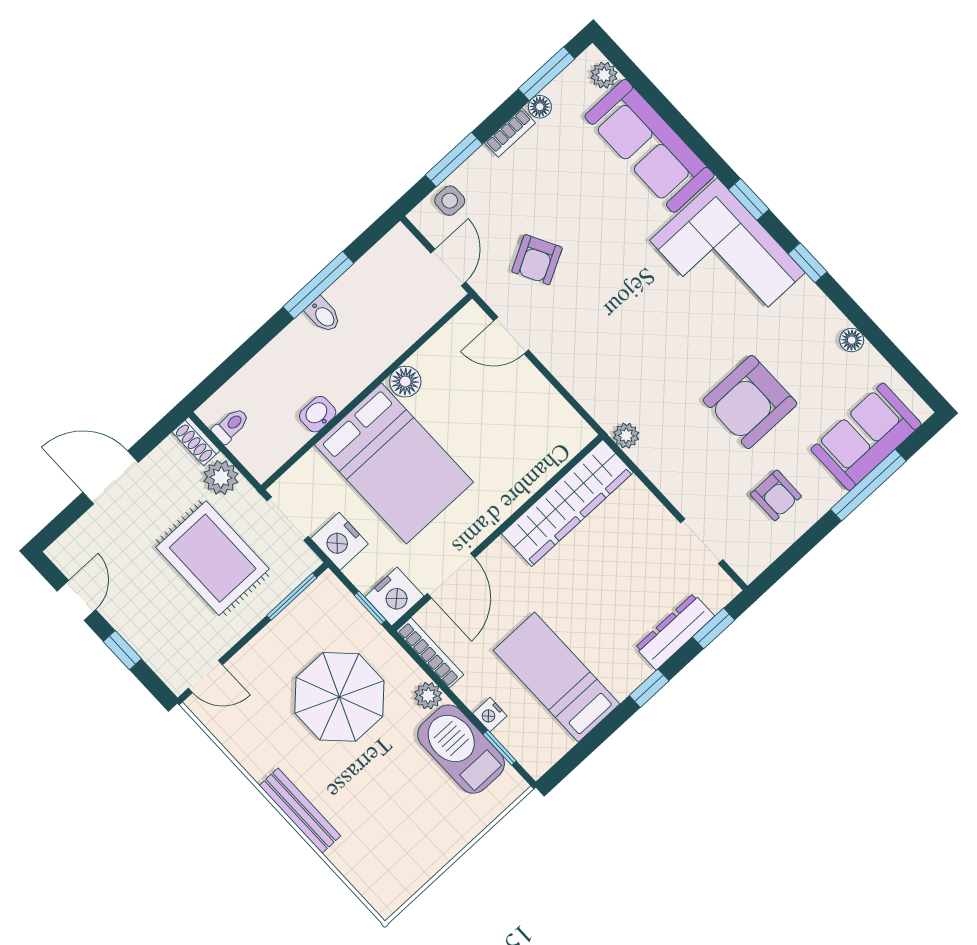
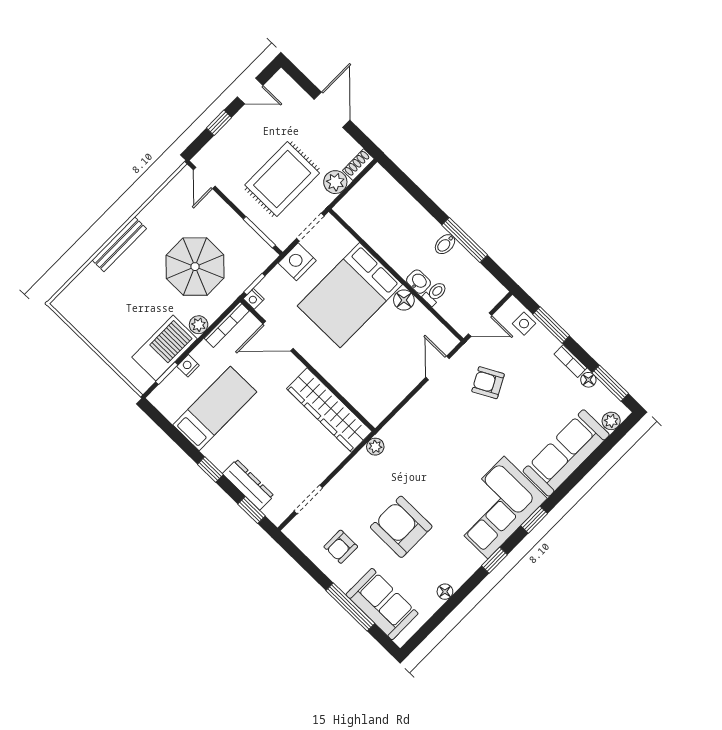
washbasin: (318, 414) -> (419, 282), moved
toilet: (231, 426) -> (435, 293), moved, turned -90
nightstand: (394, 596) -> (254, 299), width x0.53, depth x0.56

